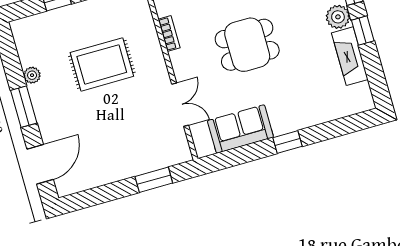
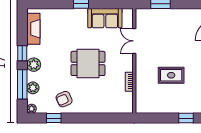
fireplace: (350, 56) -> (33, 29), moved
rug: (102, 64) -> (171, 75), width x0.73, depth x0.70

